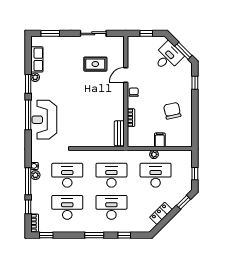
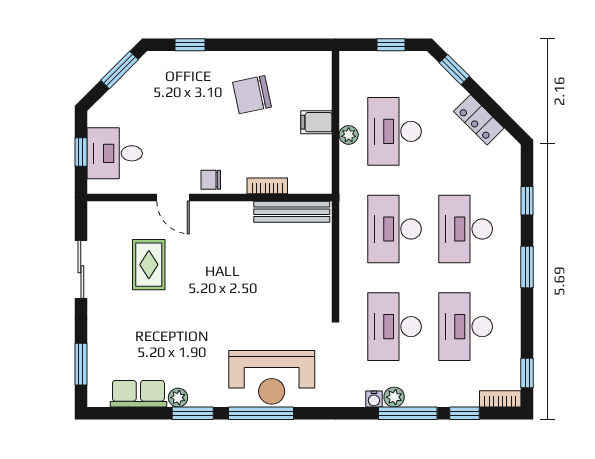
desk: (168, 57) -> (115, 153), moved, turned -45
bench: (119, 133) -> (292, 212), width x1.36

